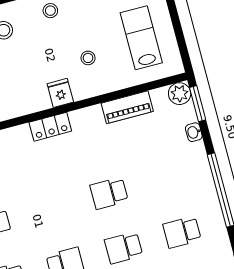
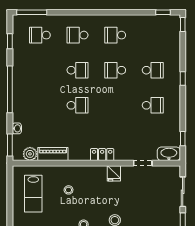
fridge: (60, 93) -> (114, 173), moved
plant: (180, 94) -> (30, 154), moved
school desk: (182, 232) -> (40, 70), removed

